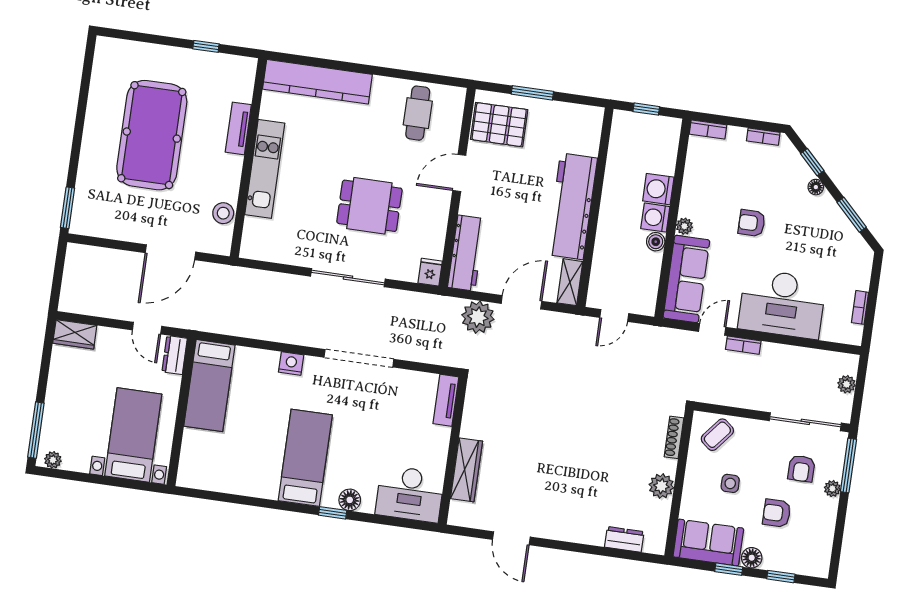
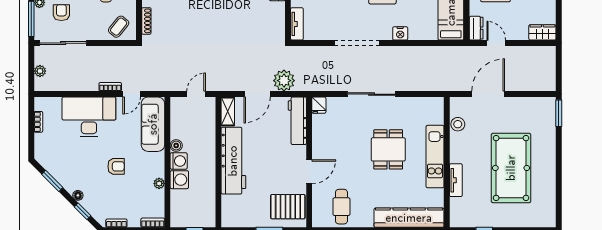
dining table: (369, 206) -> (388, 149), moved, turned 90
plant: (684, 226) -> (159, 183), moved

